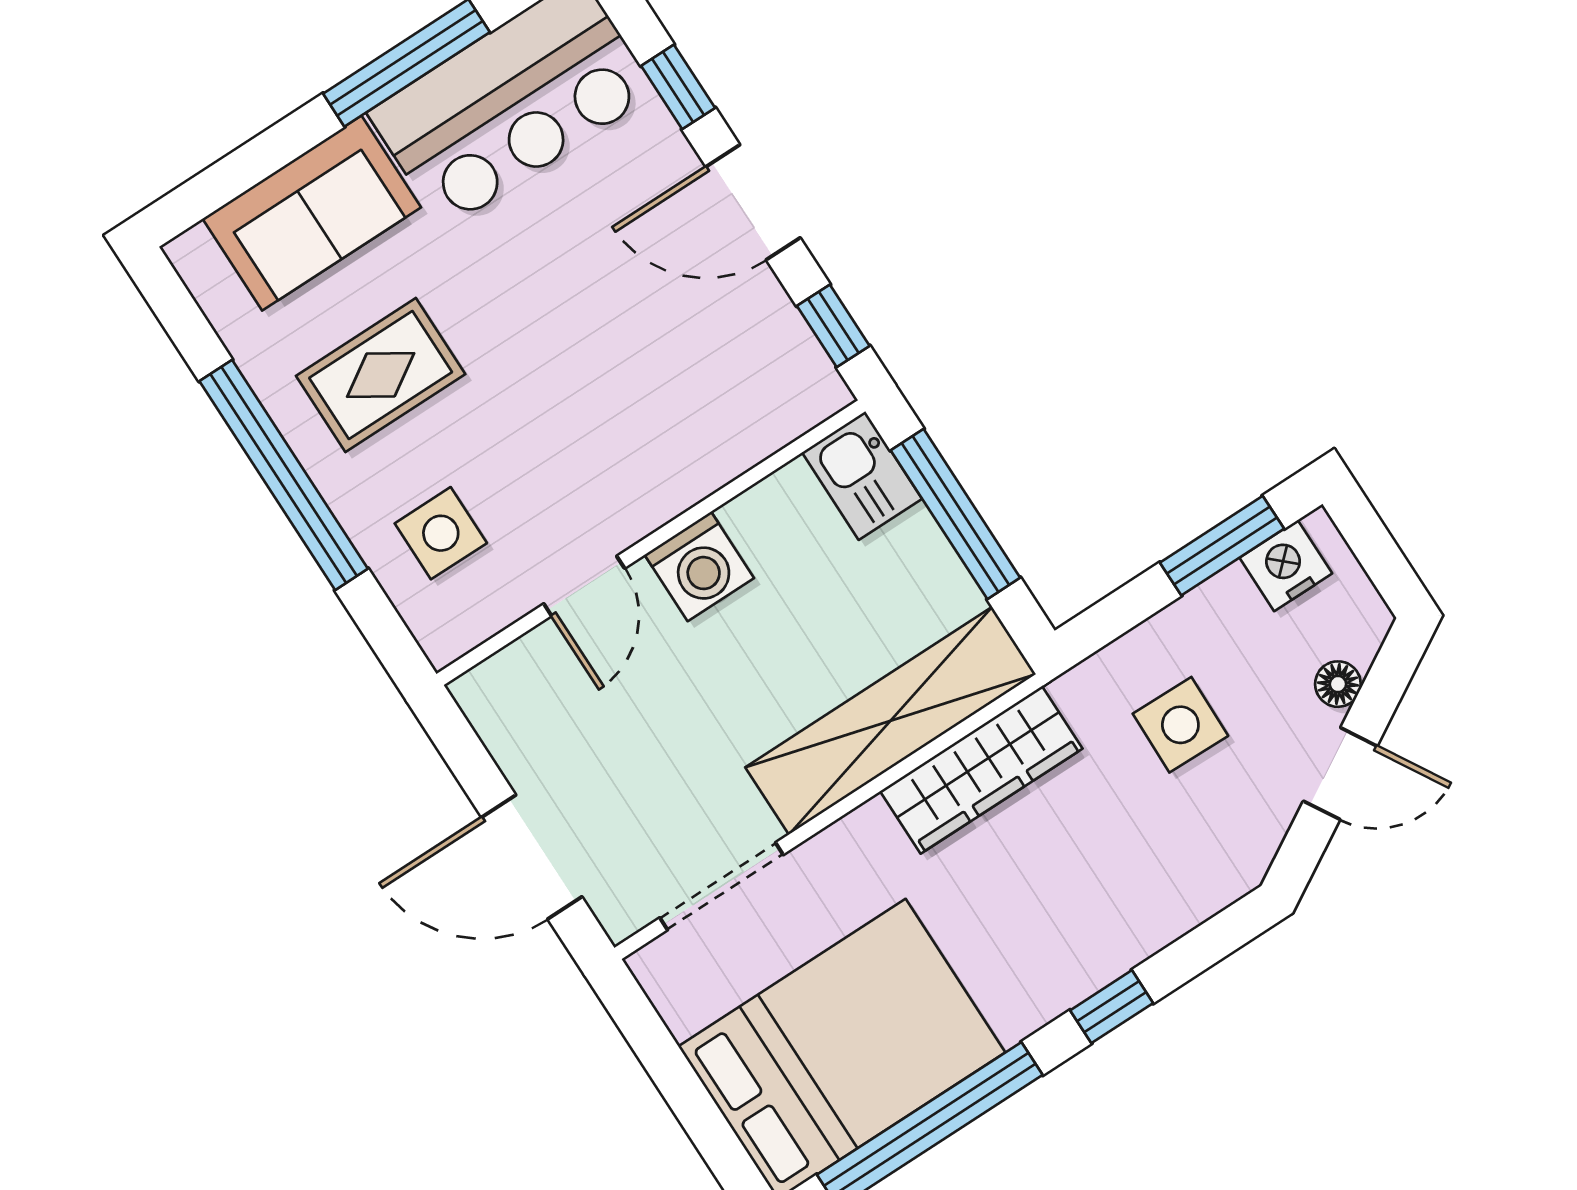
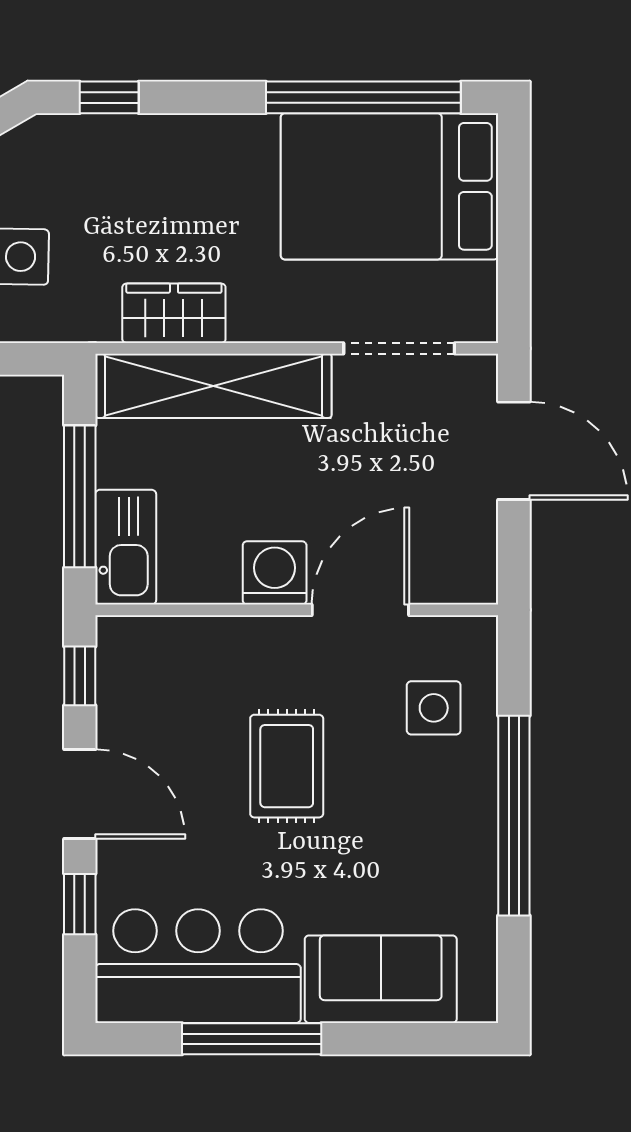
rug: (381, 375) -> (287, 766), moved, turned 90
kitchen sink: (862, 476) -> (126, 547), width x1.38
door: (584, 586) -> (360, 610), width x1.38
wardrobe: (981, 770) -> (174, 313), width x0.67
window: (1112, 1007) -> (109, 97), moved

